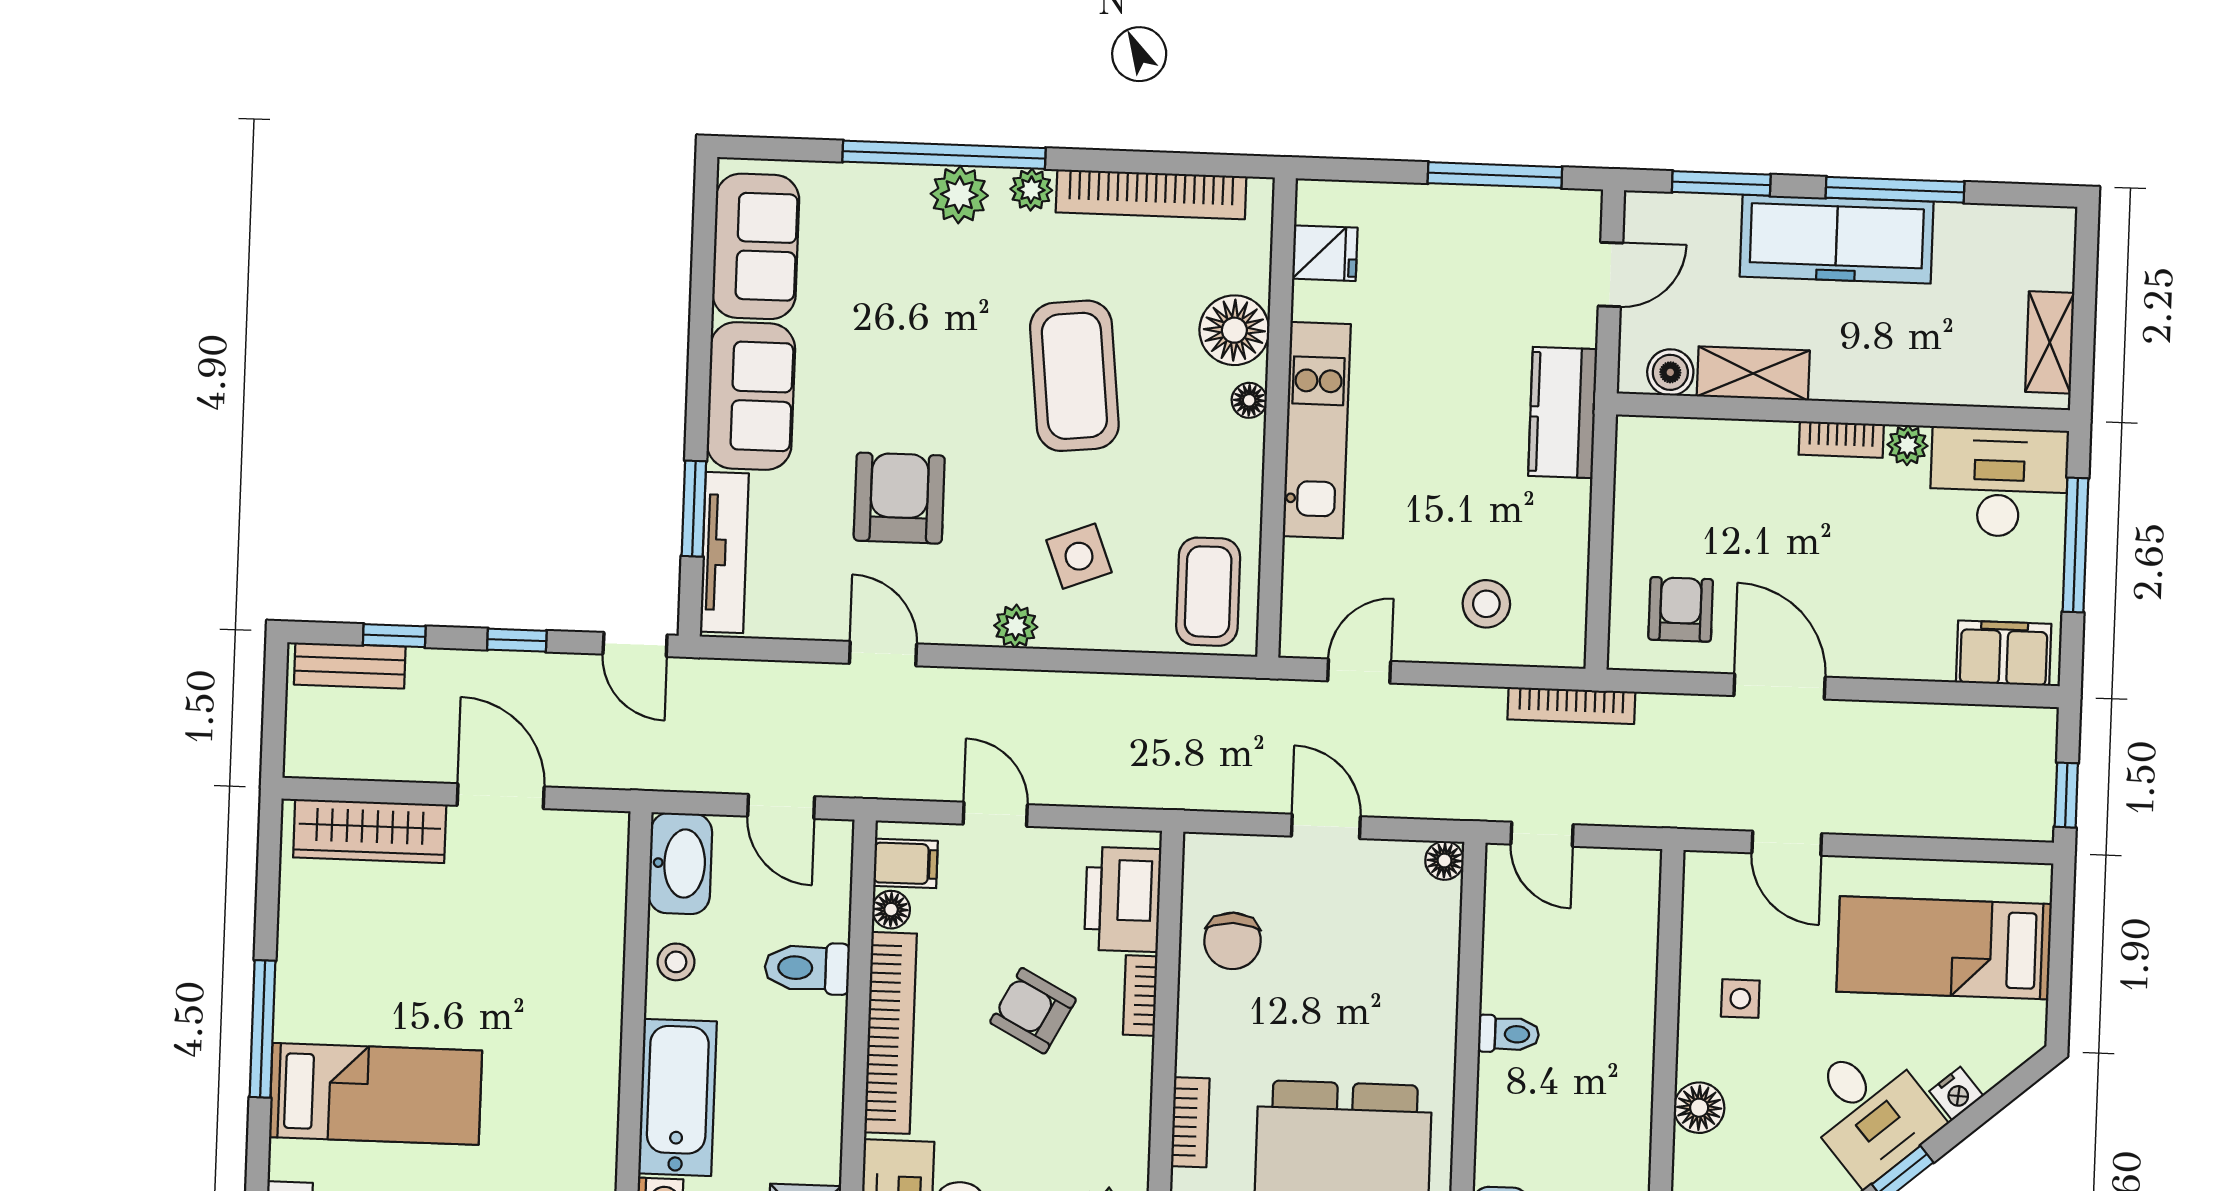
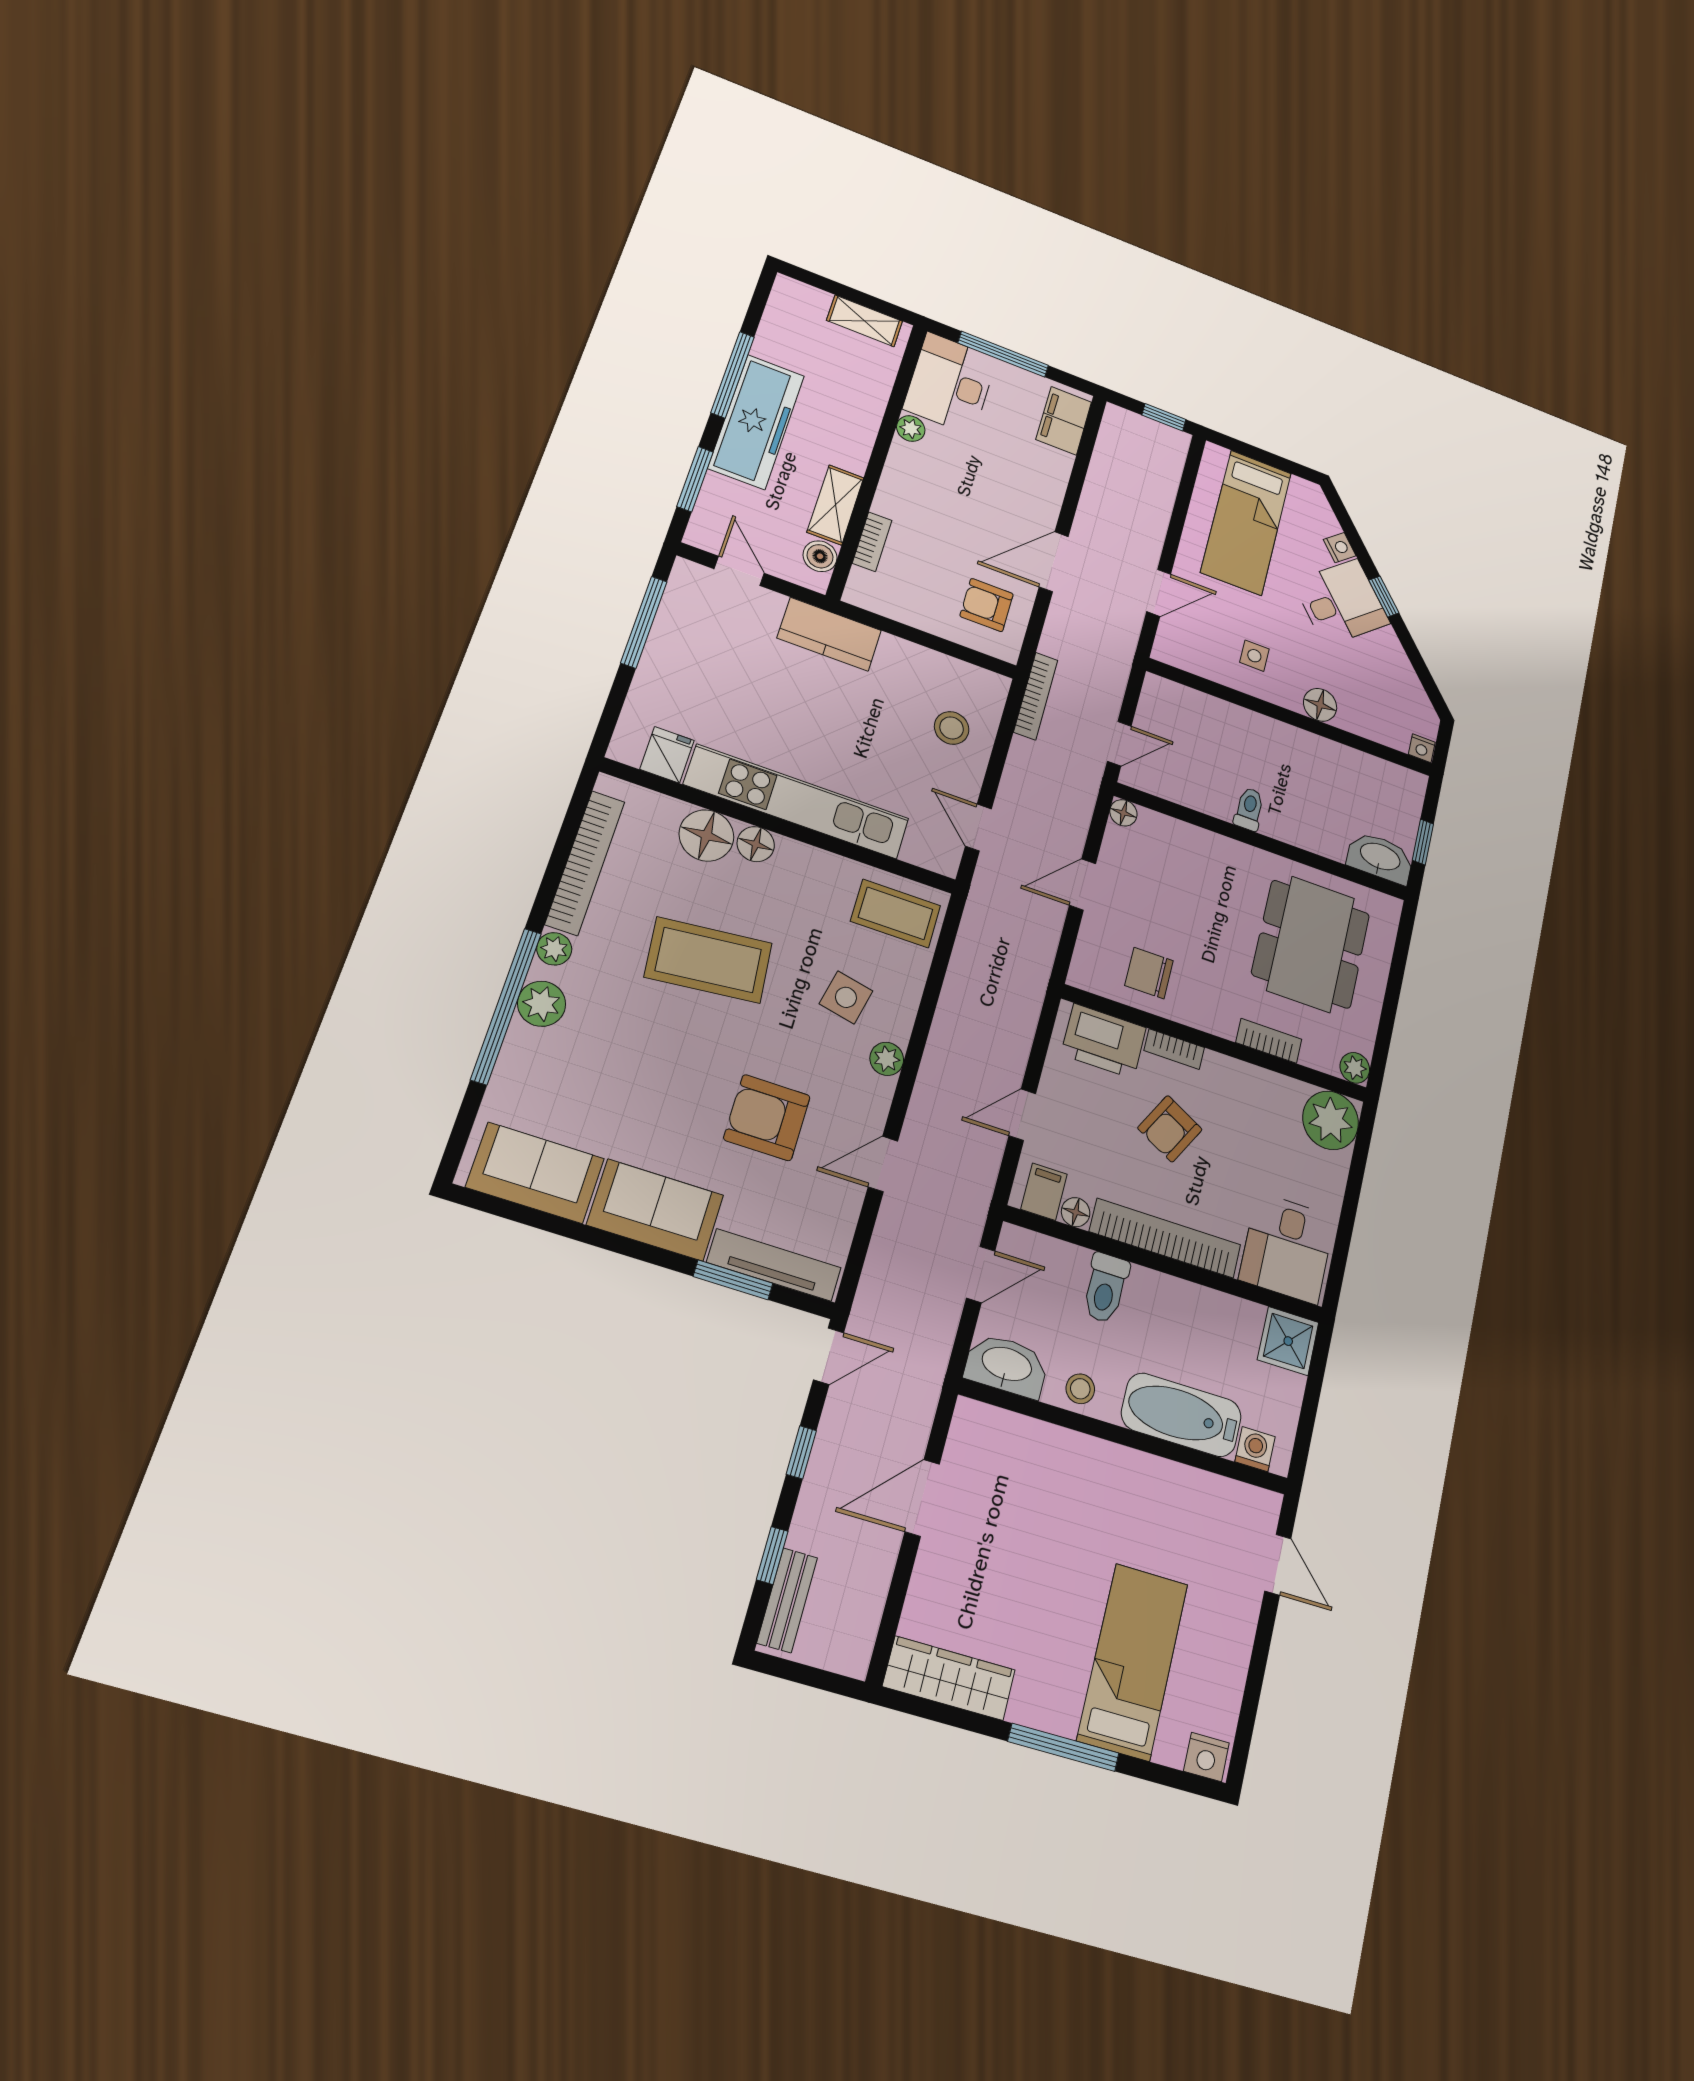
floor lamp: (1249, 400) -> (756, 844), width x1.37, depth x1.37
kitchen unit: (1317, 430) -> (797, 802), width x1.36
bookcase: (1841, 439) -> (872, 542), moved
side table: (1079, 556) -> (846, 997), turned 33
wardrobe: (370, 831) -> (949, 1678), moved, turned -90
chair: (1232, 941) -> (1149, 973), turned 180

